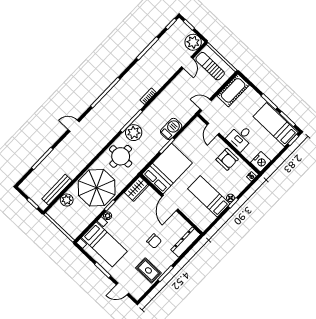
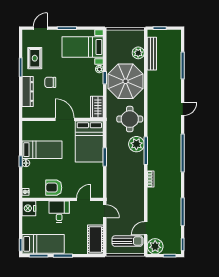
door: (187, 63) -> (146, 228), hinge flipped
door: (206, 105) -> (105, 211), hinge flipped
barbecue: (171, 129) -> (113, 172), removed
door: (213, 129) -> (84, 199), hinge flipped
dresser: (186, 242) -> (28, 91), moved
rug: (148, 270) -> (35, 58), turned 90

